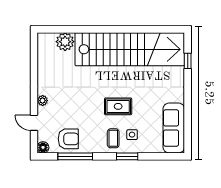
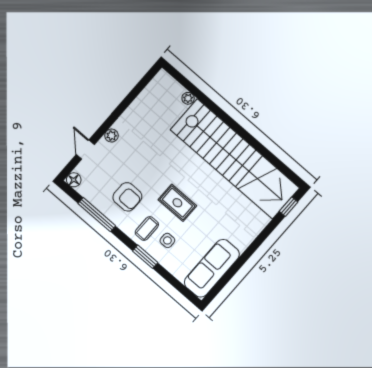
plant: (65, 42) -> (188, 98), width x0.53, depth x0.53
window: (188, 61) -> (288, 207), moved
armchair: (68, 139) -> (127, 197), moved

